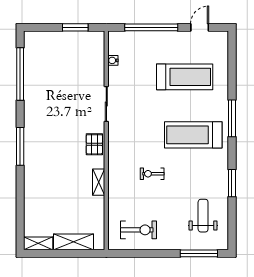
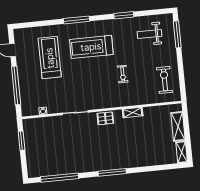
treadmill: (193, 135) -> (91, 47), turned 90

